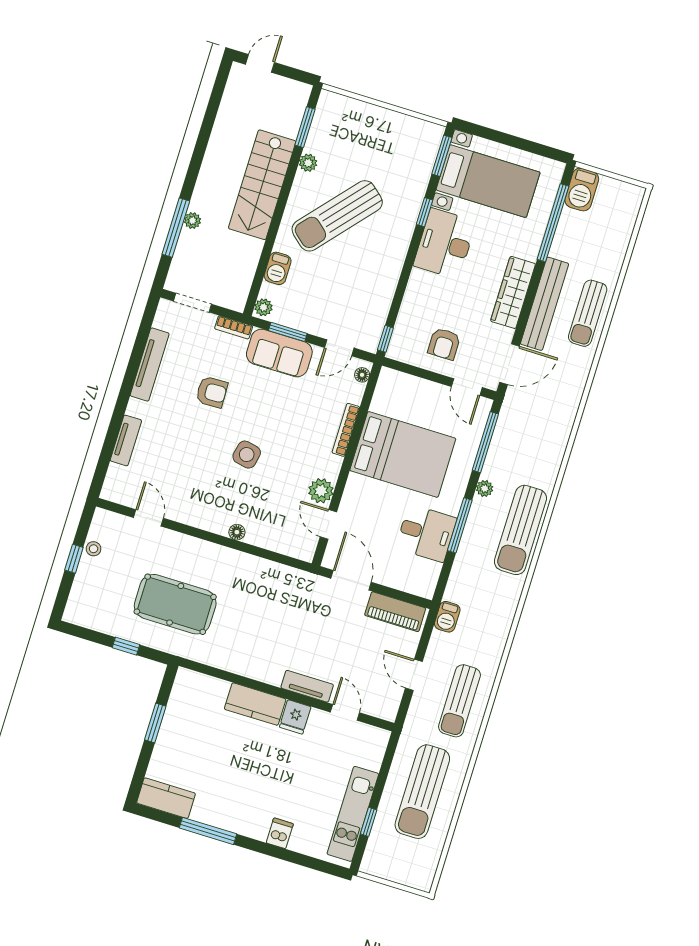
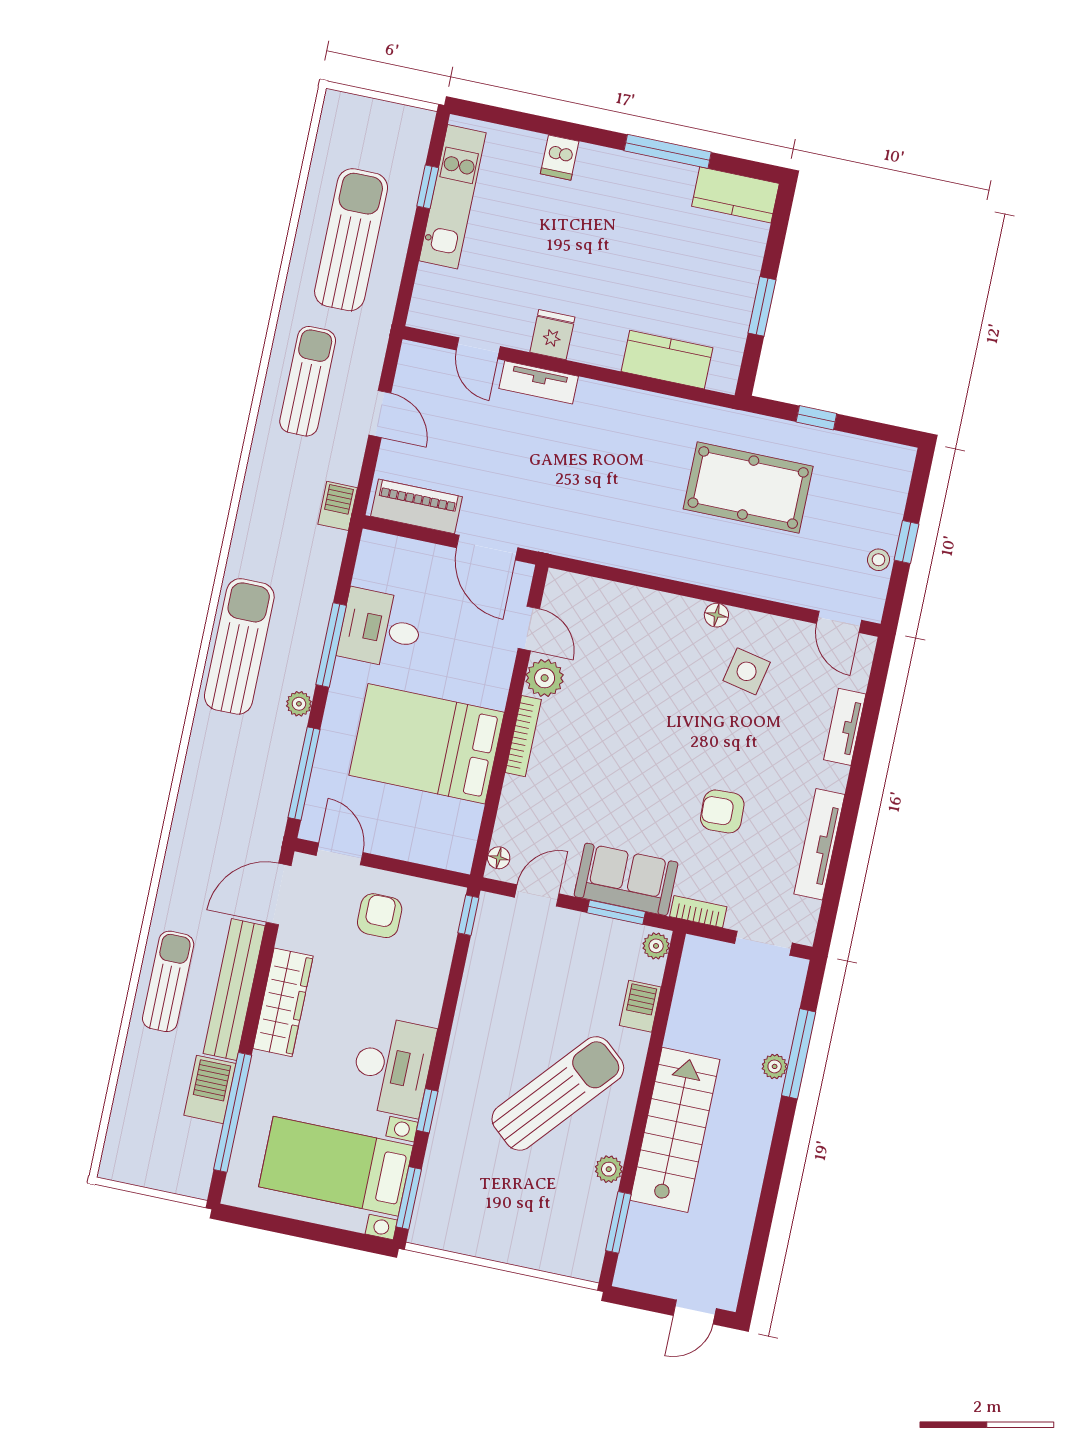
barbecue: (582, 190) -> (210, 1089), moved
bookcase: (346, 430) -> (523, 736), moved
side table: (247, 455) -> (747, 671), moved
door: (148, 518) -> (839, 622), moved
floor lamp: (237, 532) -> (716, 615), moved
kitchen counter: (255, 704) -> (667, 360), moved

